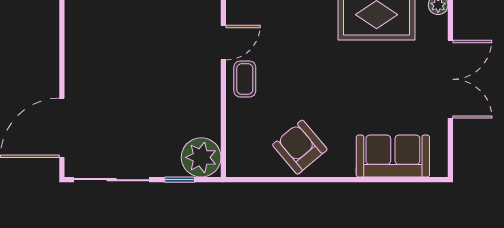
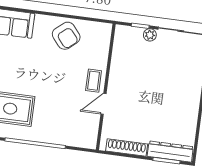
plant: (201, 157) -> (150, 35), moved, width x0.53, depth x0.53

